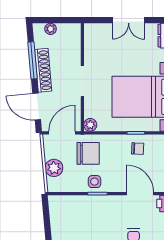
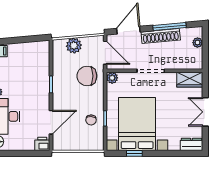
wardrobe: (92, 38) -> (190, 80), added
chair: (88, 153) -> (87, 76), turned 90
side table: (94, 182) -> (62, 82), removed

